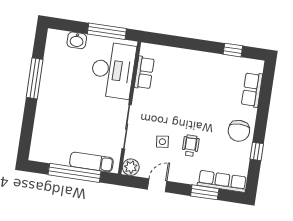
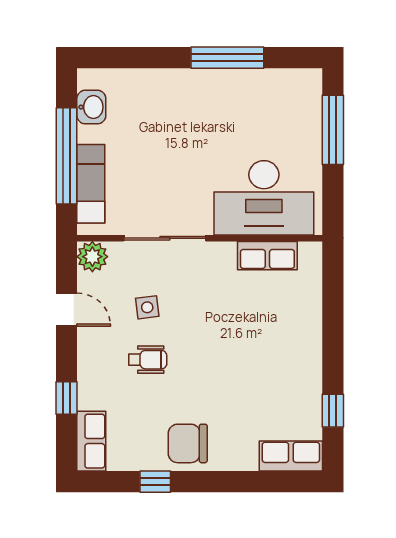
window: (107, 31) -> (333, 130), moved
washbasin: (77, 40) -> (91, 107), moved, turned 180
row of seats: (252, 90) -> (291, 456), moved
row of seats: (222, 181) -> (91, 441), width x0.68
window: (205, 192) -> (66, 398), width x0.67

